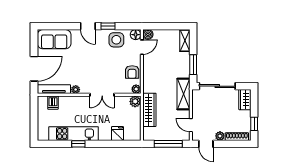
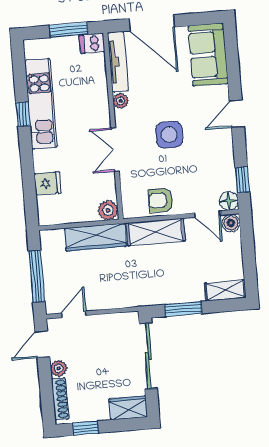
window: (108, 26) -> (242, 180), moved
side table: (116, 40) -> (169, 135), moved
plant: (136, 89) -> (131, 210), removed
shelving: (183, 94) -> (156, 232), moved
dishwasher: (53, 103) -> (92, 43), moved
window: (34, 115) -> (69, 30), added

